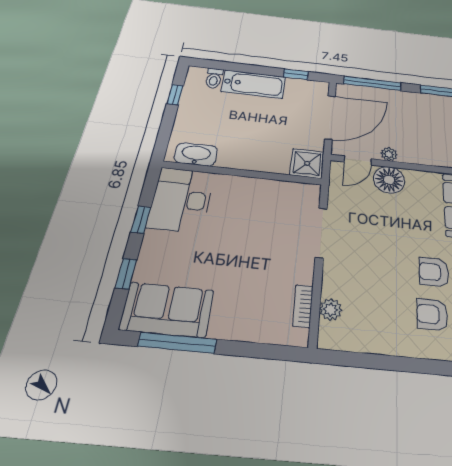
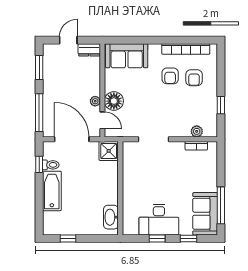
toilet: (214, 78) -> (51, 165), moved
desk: (181, 200) -> (159, 220), moved
window: (380, 362) -> (221, 105), added

